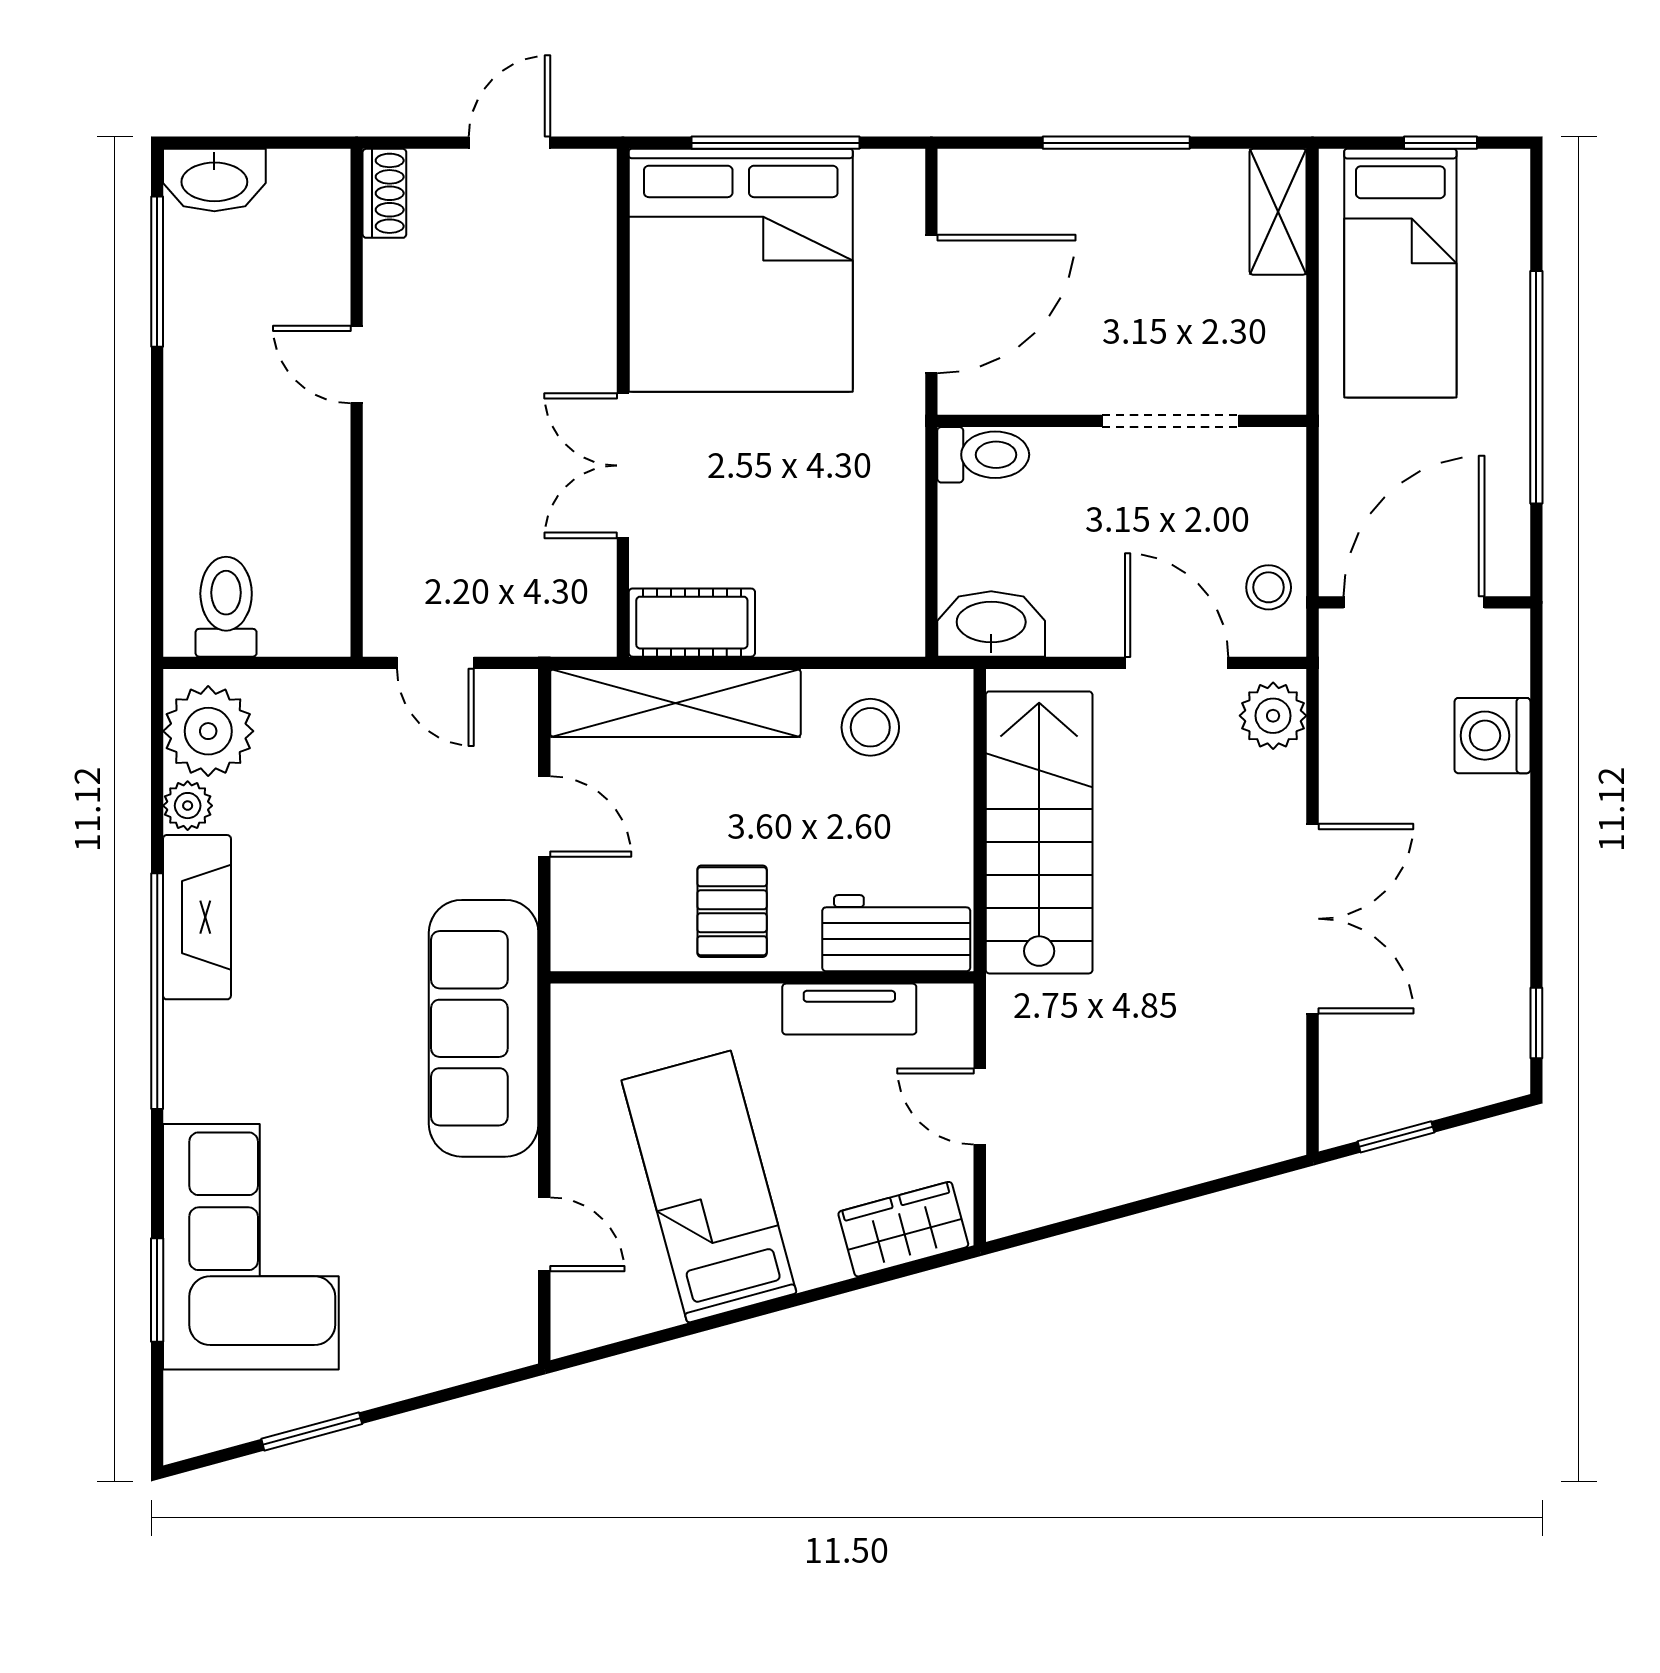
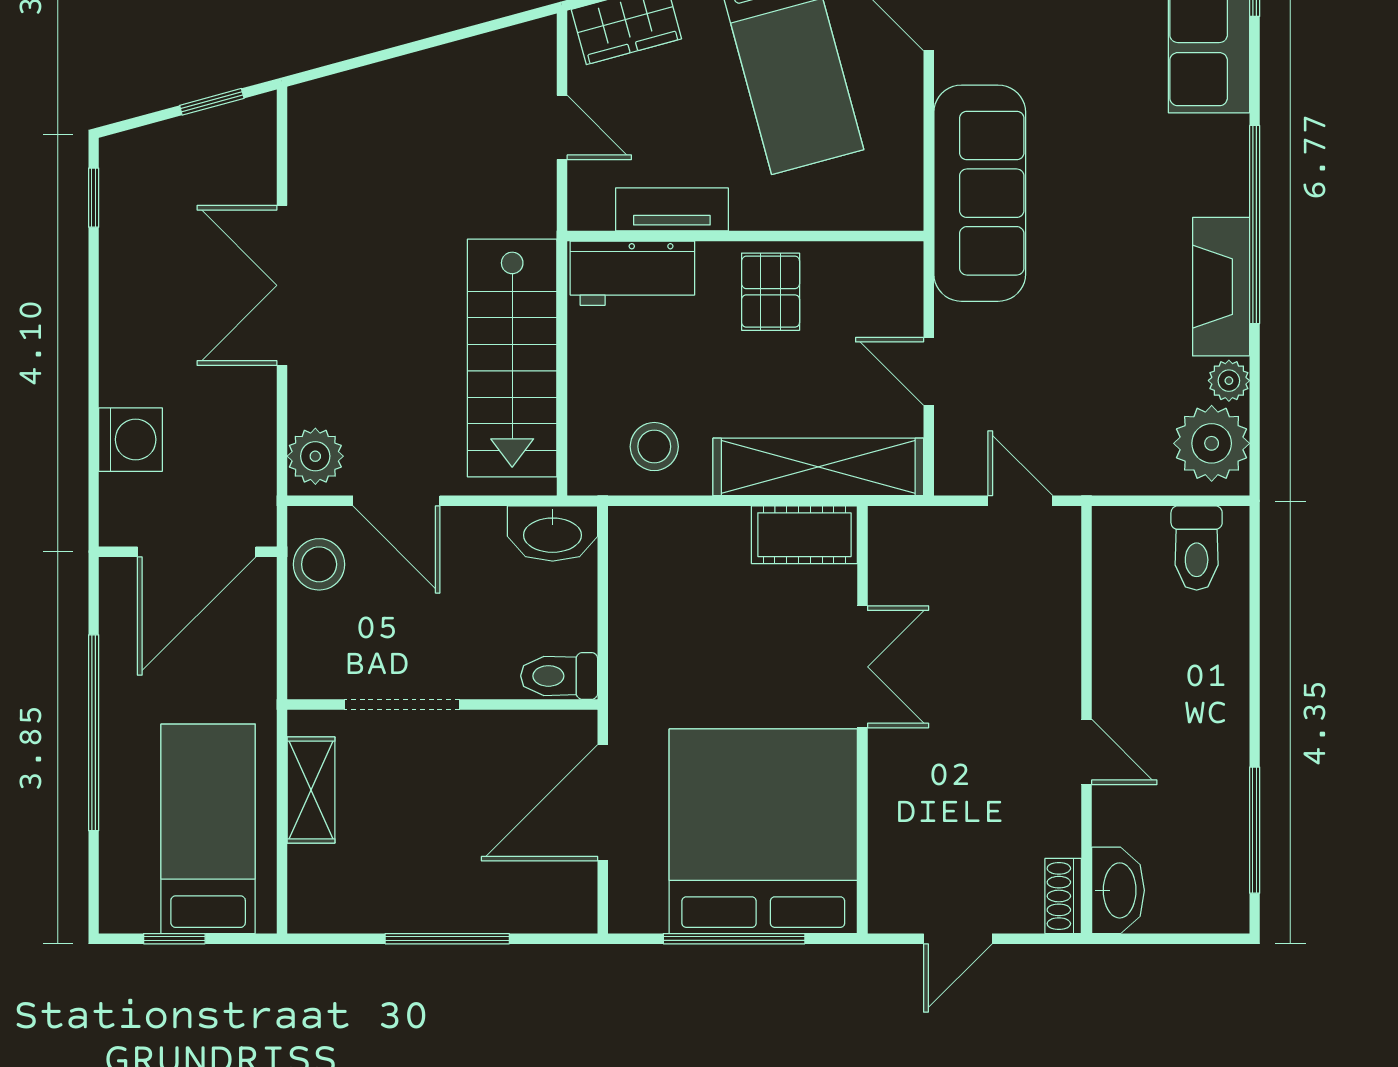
washbasin: (214, 180) -> (1118, 890), moved, turned 90
shelving: (1278, 212) -> (311, 790), moved
stool: (1269, 587) -> (319, 564), width x1.37, depth x1.37

